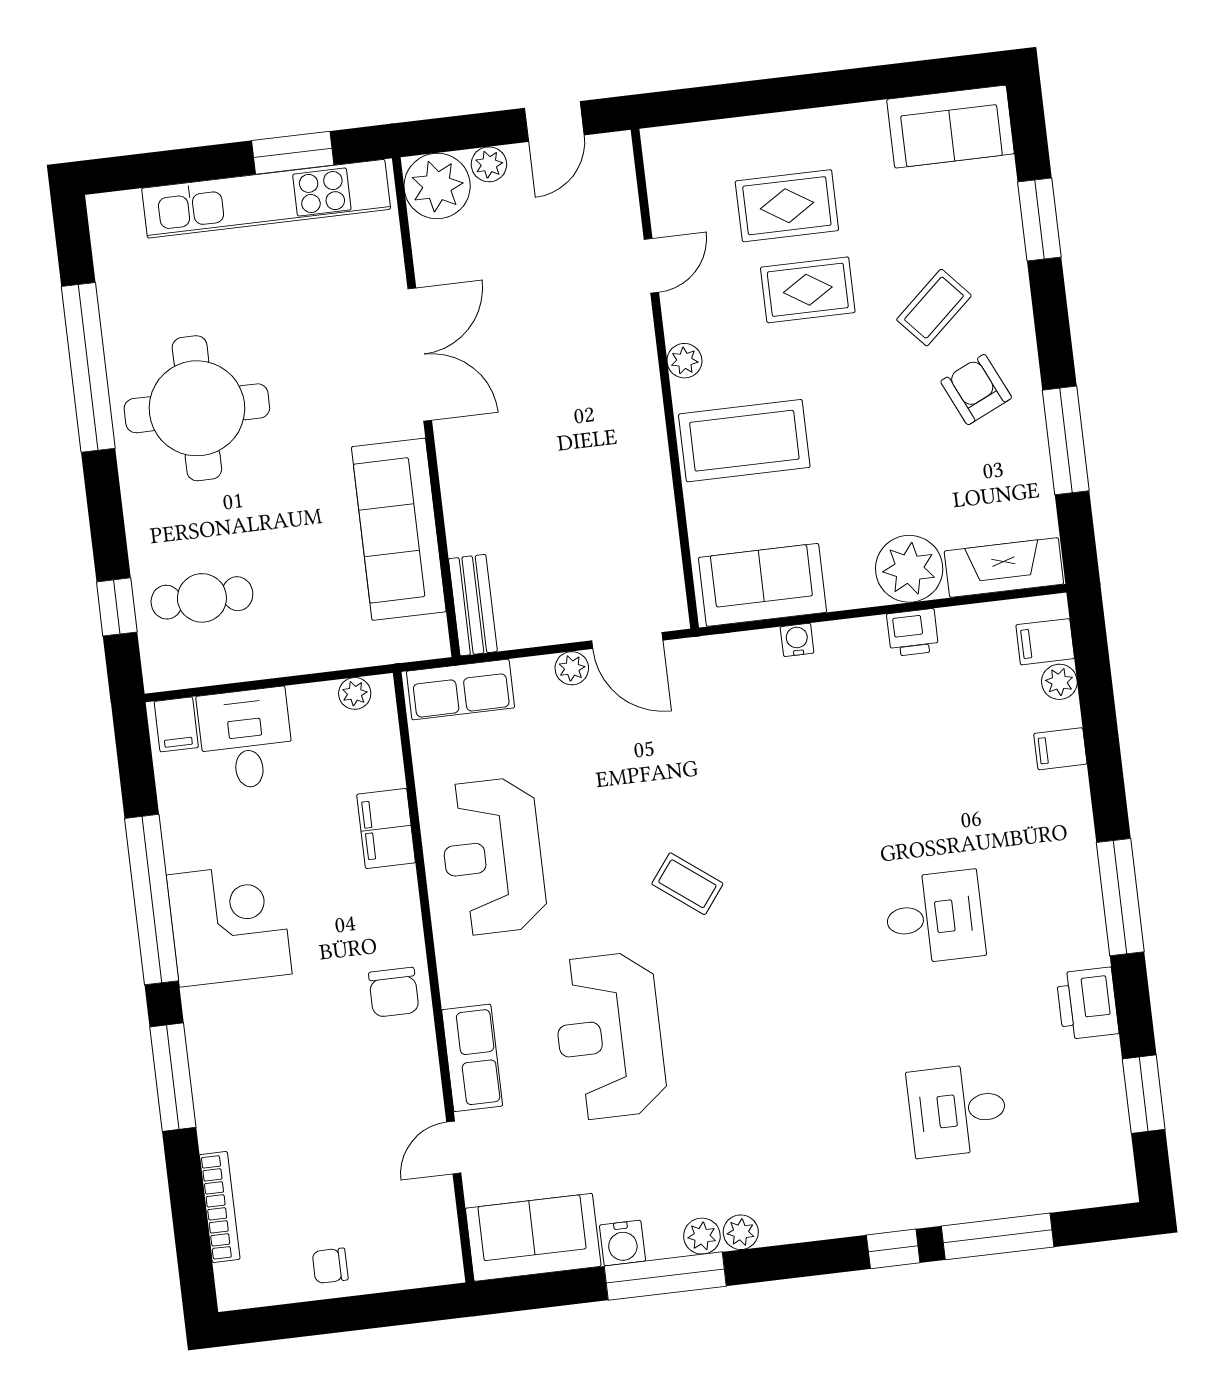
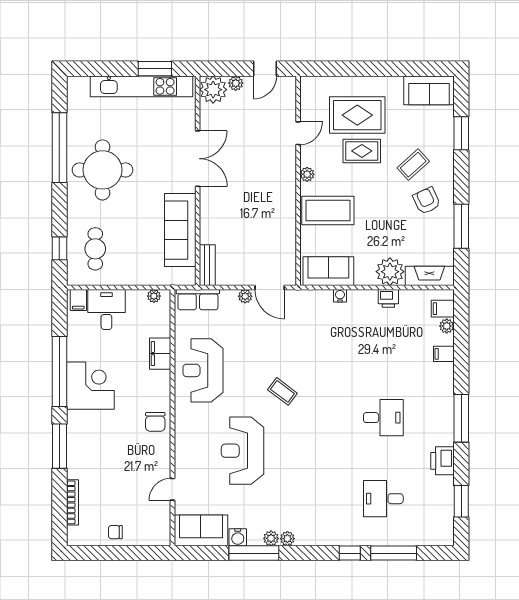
rug: (787, 206) -> (357, 115), width x1.36, depth x1.43
cafe table: (202, 598) -> (95, 249), turned 90
row of seats: (472, 1058) -> (185, 453), removed

